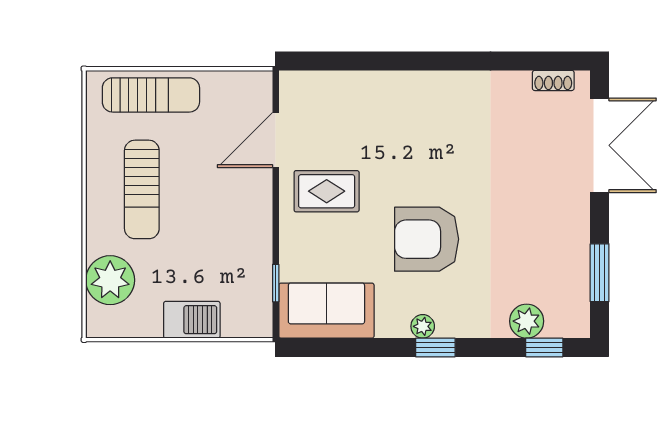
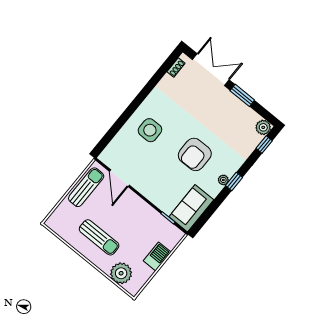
sun lounger: (151, 95) -> (86, 187), moved
side table: (405, 125) -> (150, 130), added
rug: (327, 191) -> (151, 175), removed
window: (600, 273) -> (242, 95), moved
plant: (527, 321) -> (263, 127), moved

